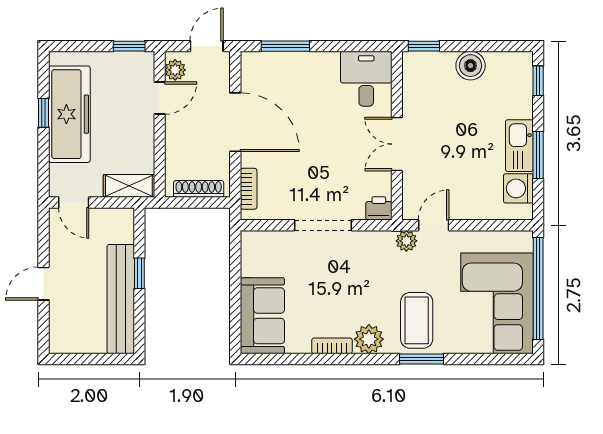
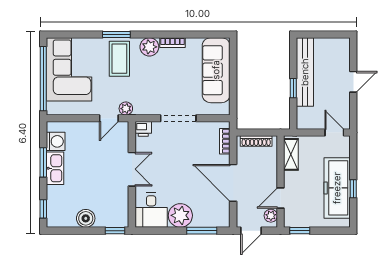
plant: (319, 70) -> (180, 215), added
shelving: (129, 186) -> (291, 154), moved, turned 90
sofa: (262, 316) -> (216, 70), width x1.36

